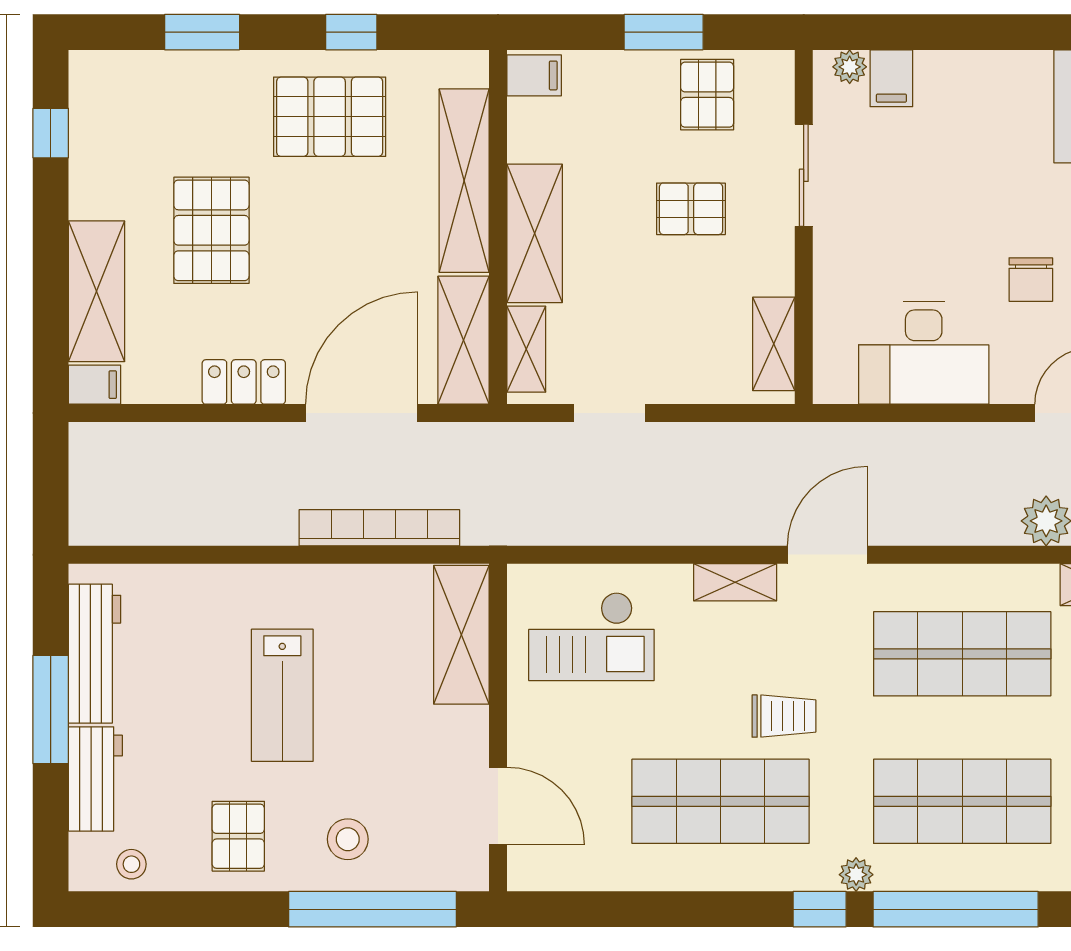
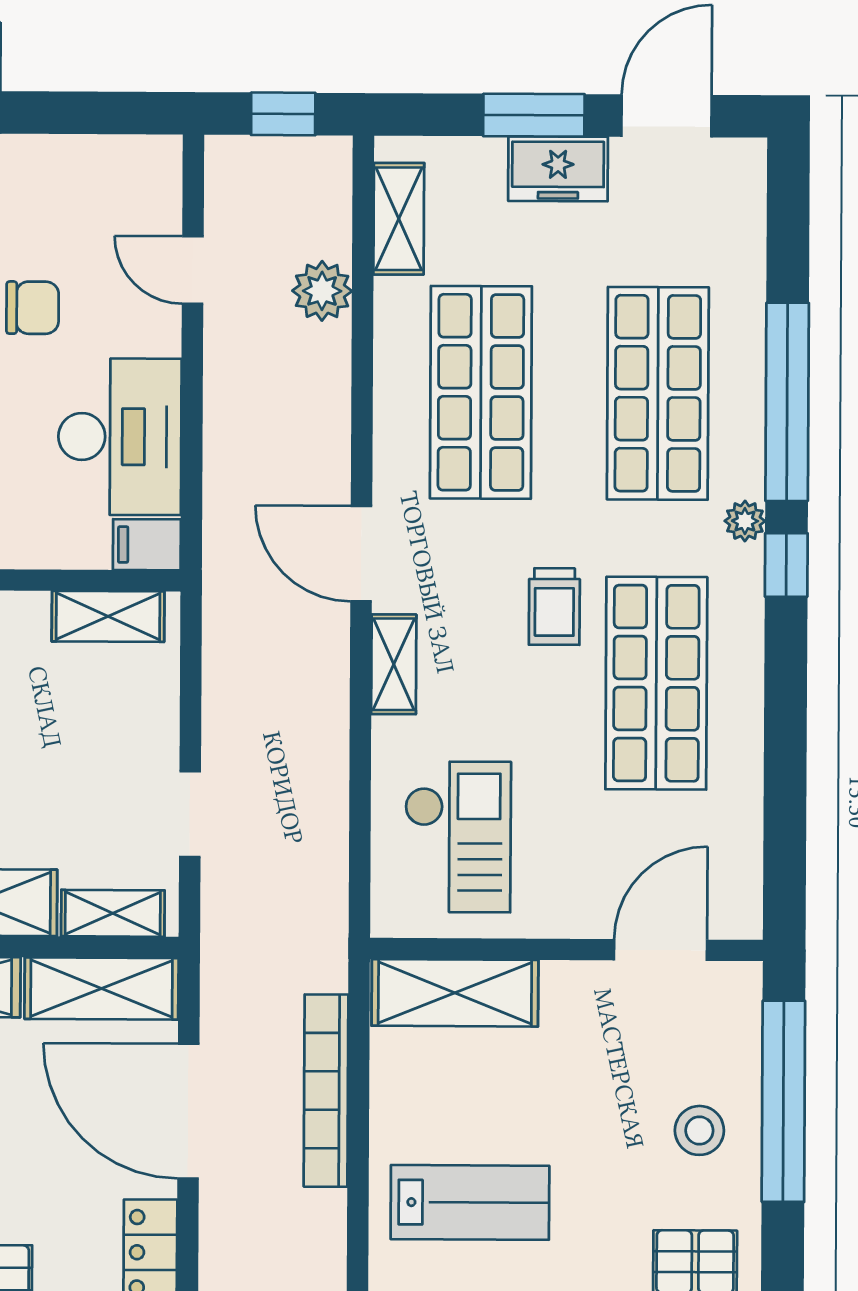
filing cabinet: (834, 376) -> (147, 545), added
lab bench: (282, 695) -> (470, 1202), moved
trolley: (784, 716) -> (554, 607), turned 180

